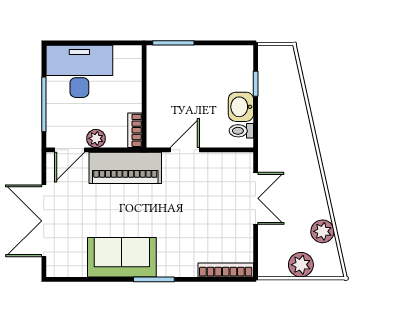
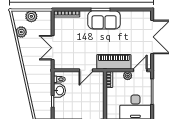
sofa: (122, 257) -> (104, 20), moved

